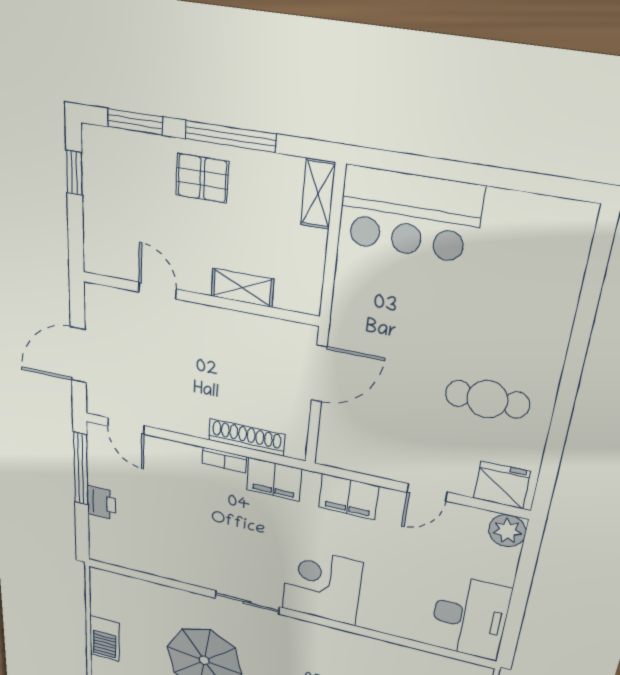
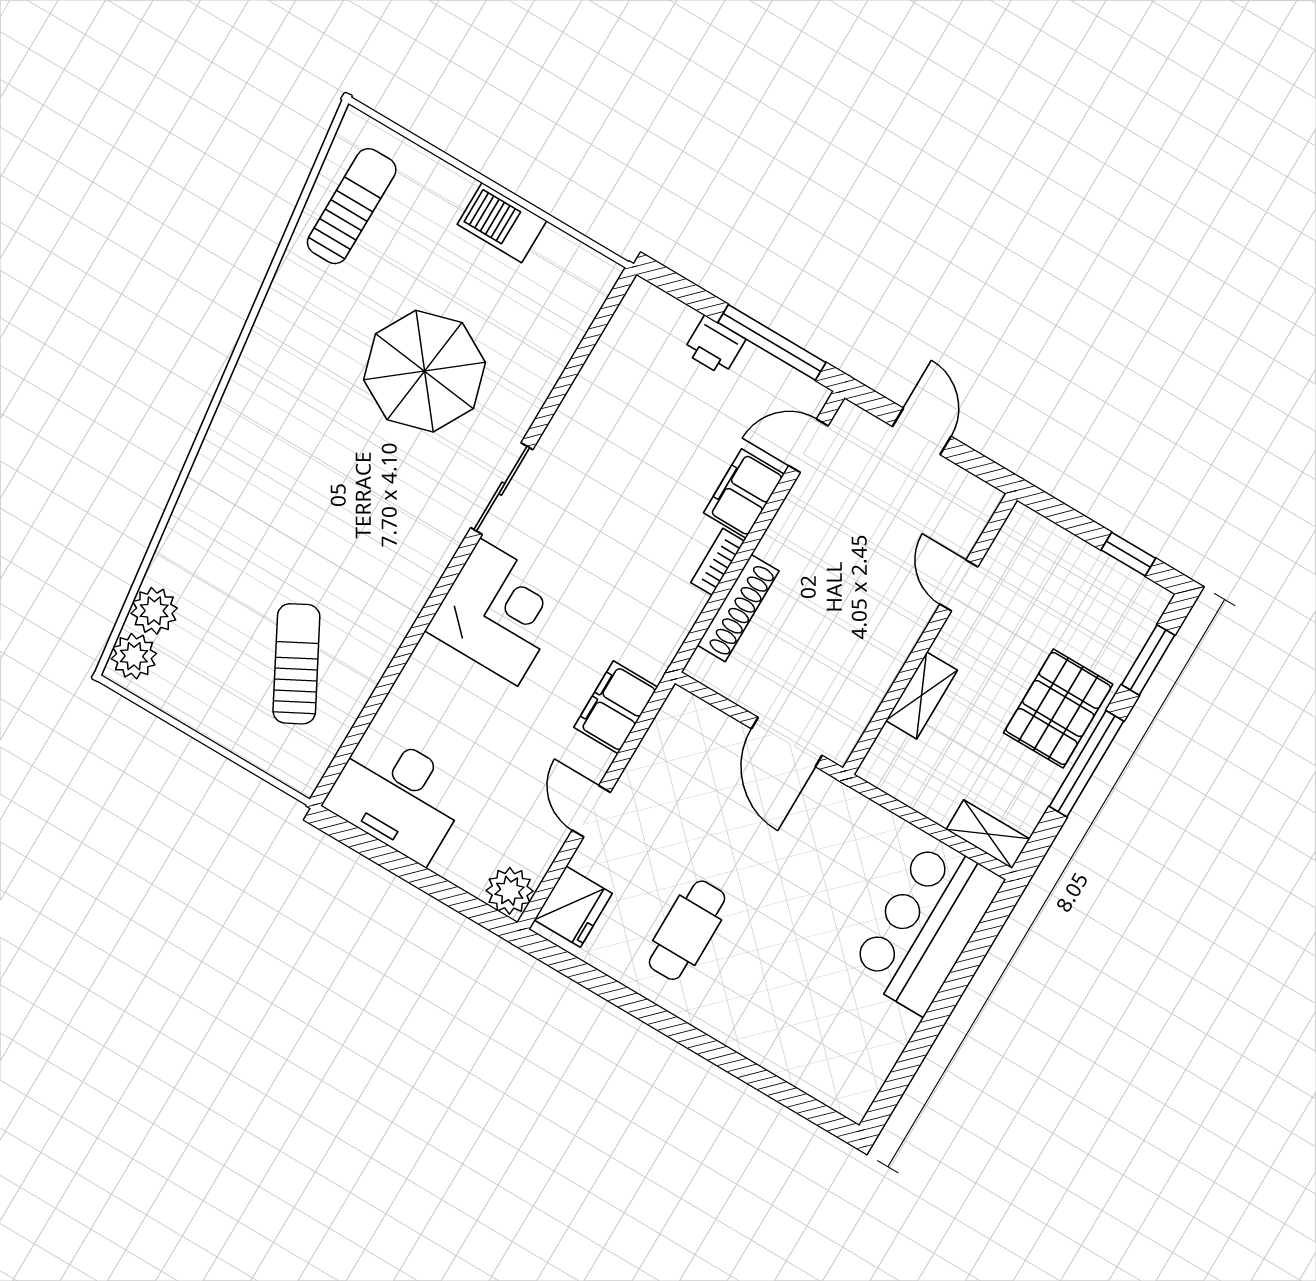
pallet: (202, 178) -> (1058, 708), width x1.50, depth x1.42
door: (157, 291) -> (959, 586), swing flipped
door: (78, 355) -> (922, 431), width x0.73
filing cabinet: (274, 479) -> (744, 493), moved

